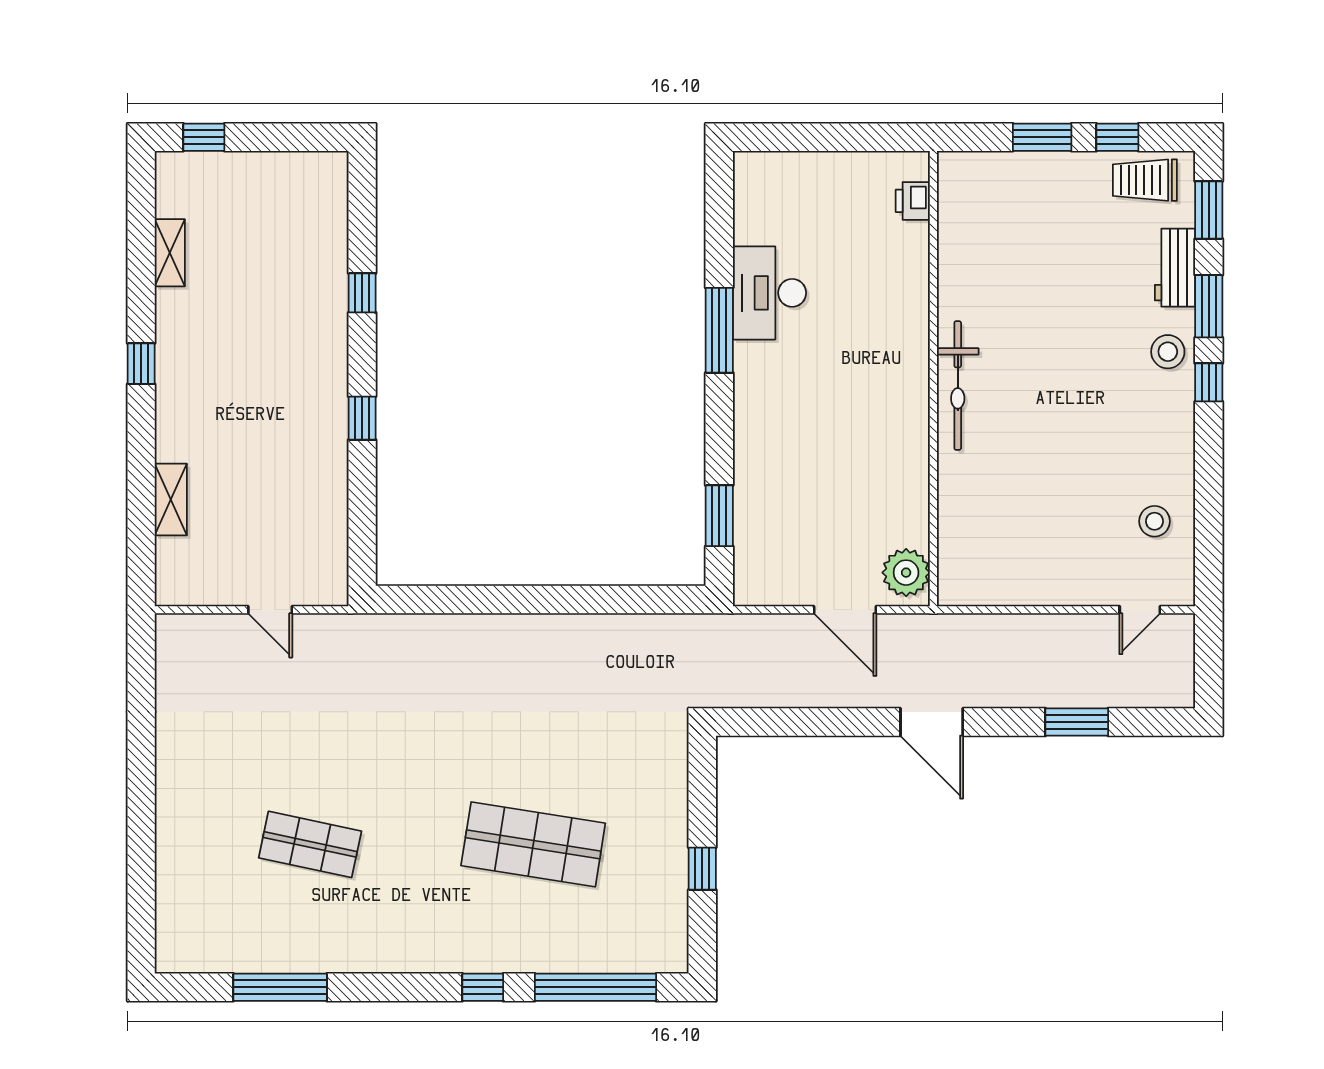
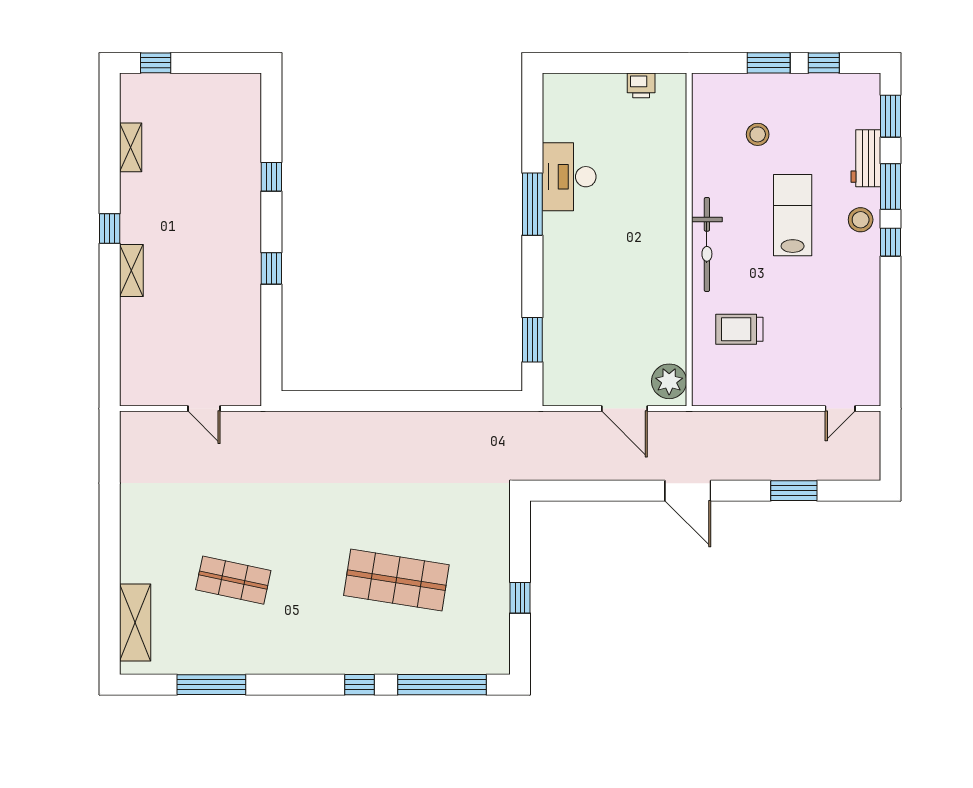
trolley: (1145, 180) -> (739, 329), moved
printer: (913, 201) -> (641, 85), moved, turned -90
lab bench: (1075, 345) -> (793, 215), added
shelving: (171, 499) -> (131, 270), moved
stool: (1155, 521) -> (758, 134), moved
shelving: (176, 902) -> (135, 623), added

